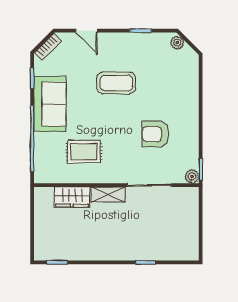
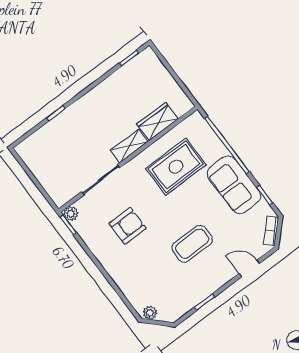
plant: (177, 43) -> (150, 313), moved
rug: (84, 152) -> (176, 167), width x1.36, depth x1.43

